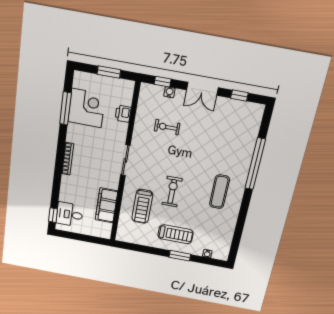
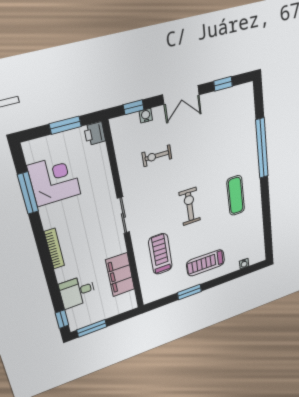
printer: (123, 114) -> (95, 134), moved
exercise bike: (172, 192) -> (190, 206), moved
treadmill: (142, 206) -> (160, 254), turned 180
desk: (69, 214) -> (77, 292), moved
treadmill: (175, 234) -> (206, 263), turned 180
window: (71, 235) -> (92, 328), added
window: (180, 256) -> (189, 292), moved

